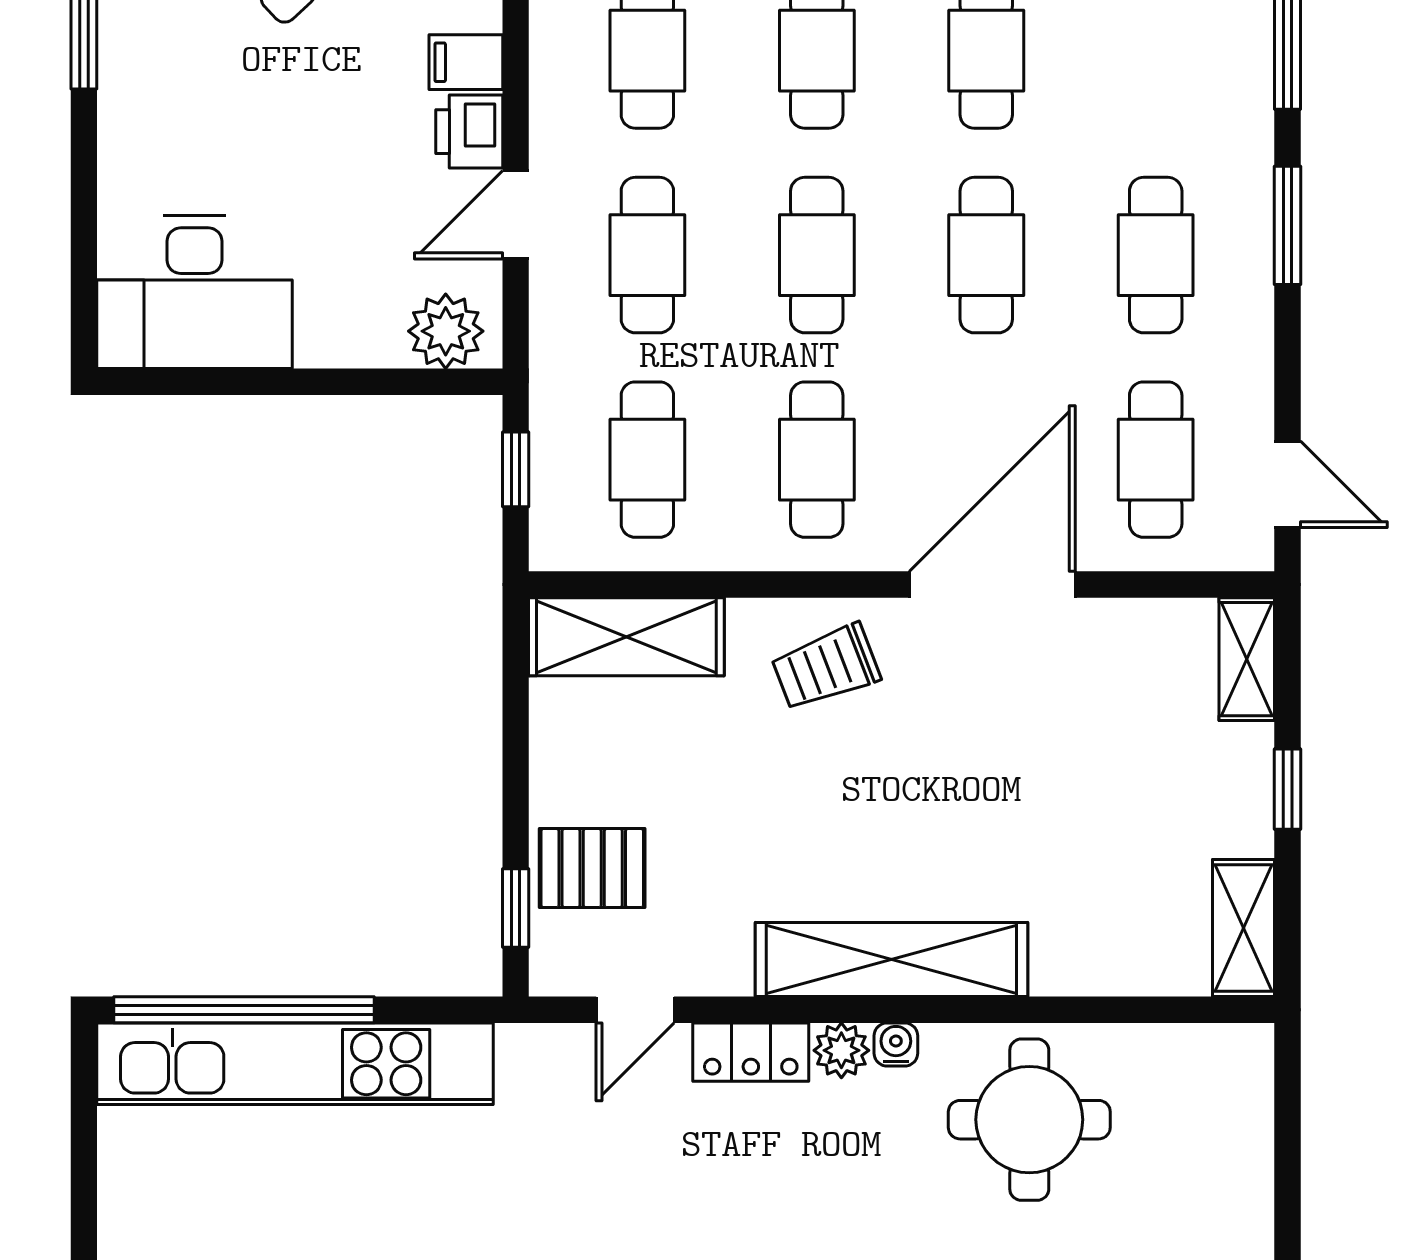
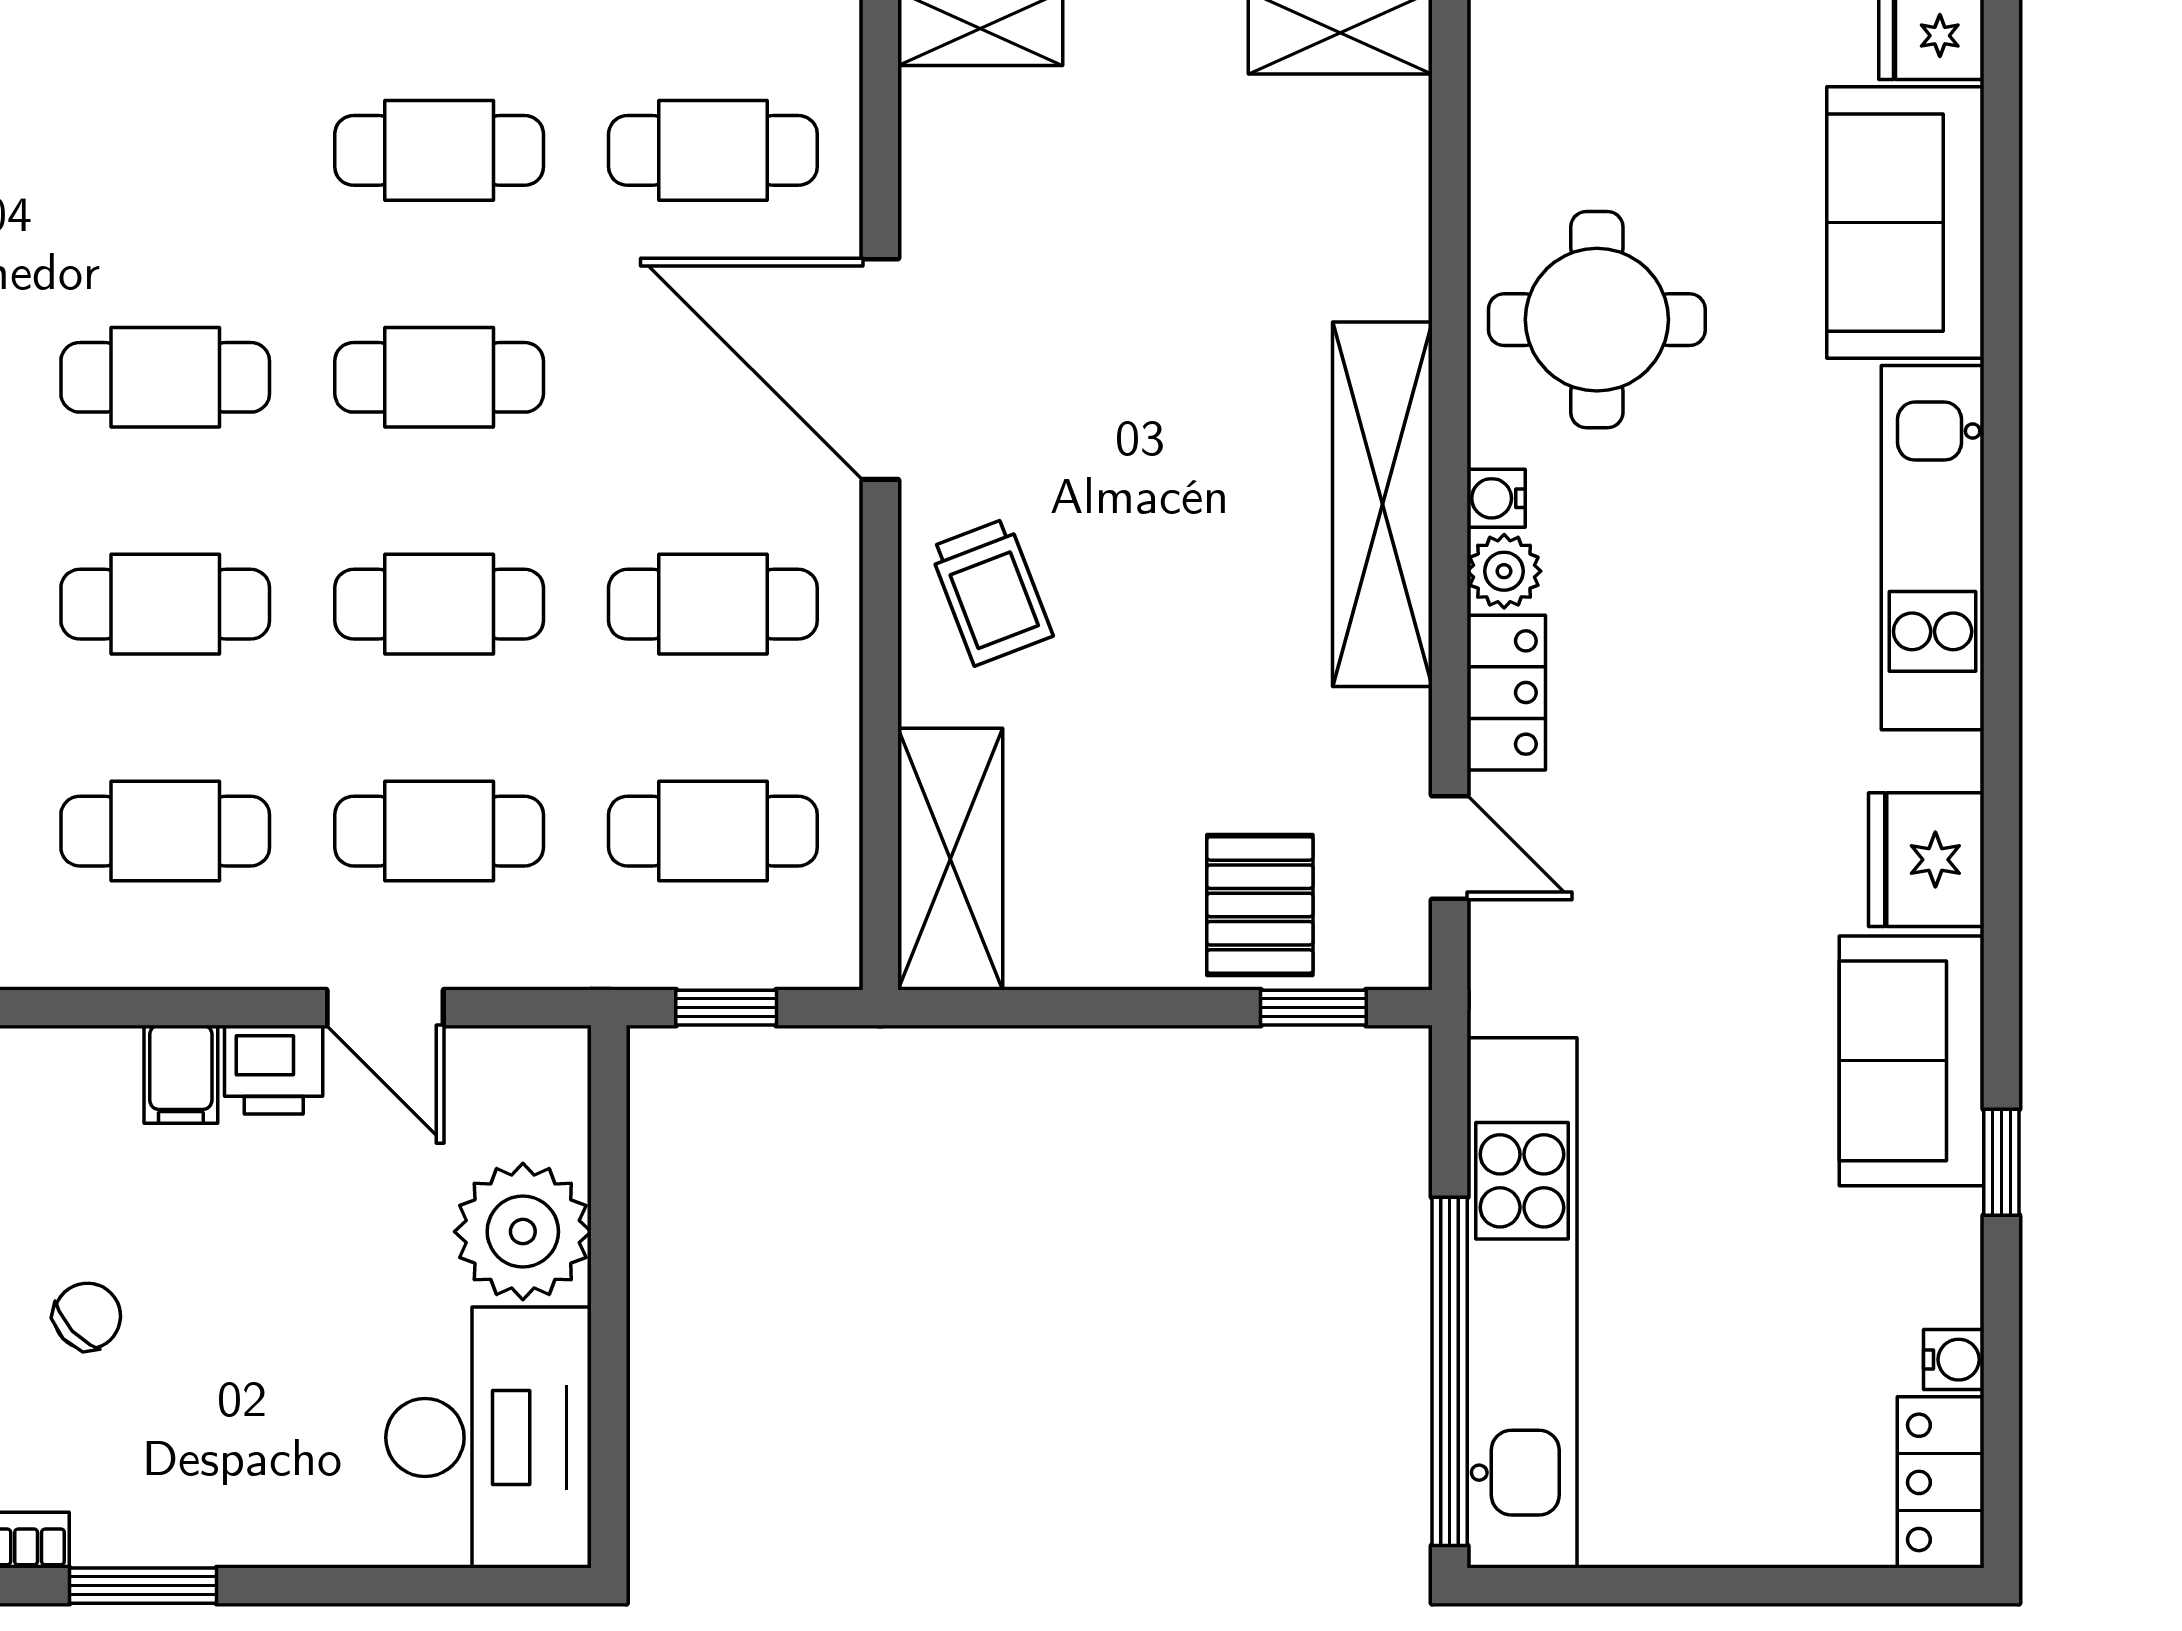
plant: (446, 331) -> (523, 1232), moved, width x1.36, depth x1.36

